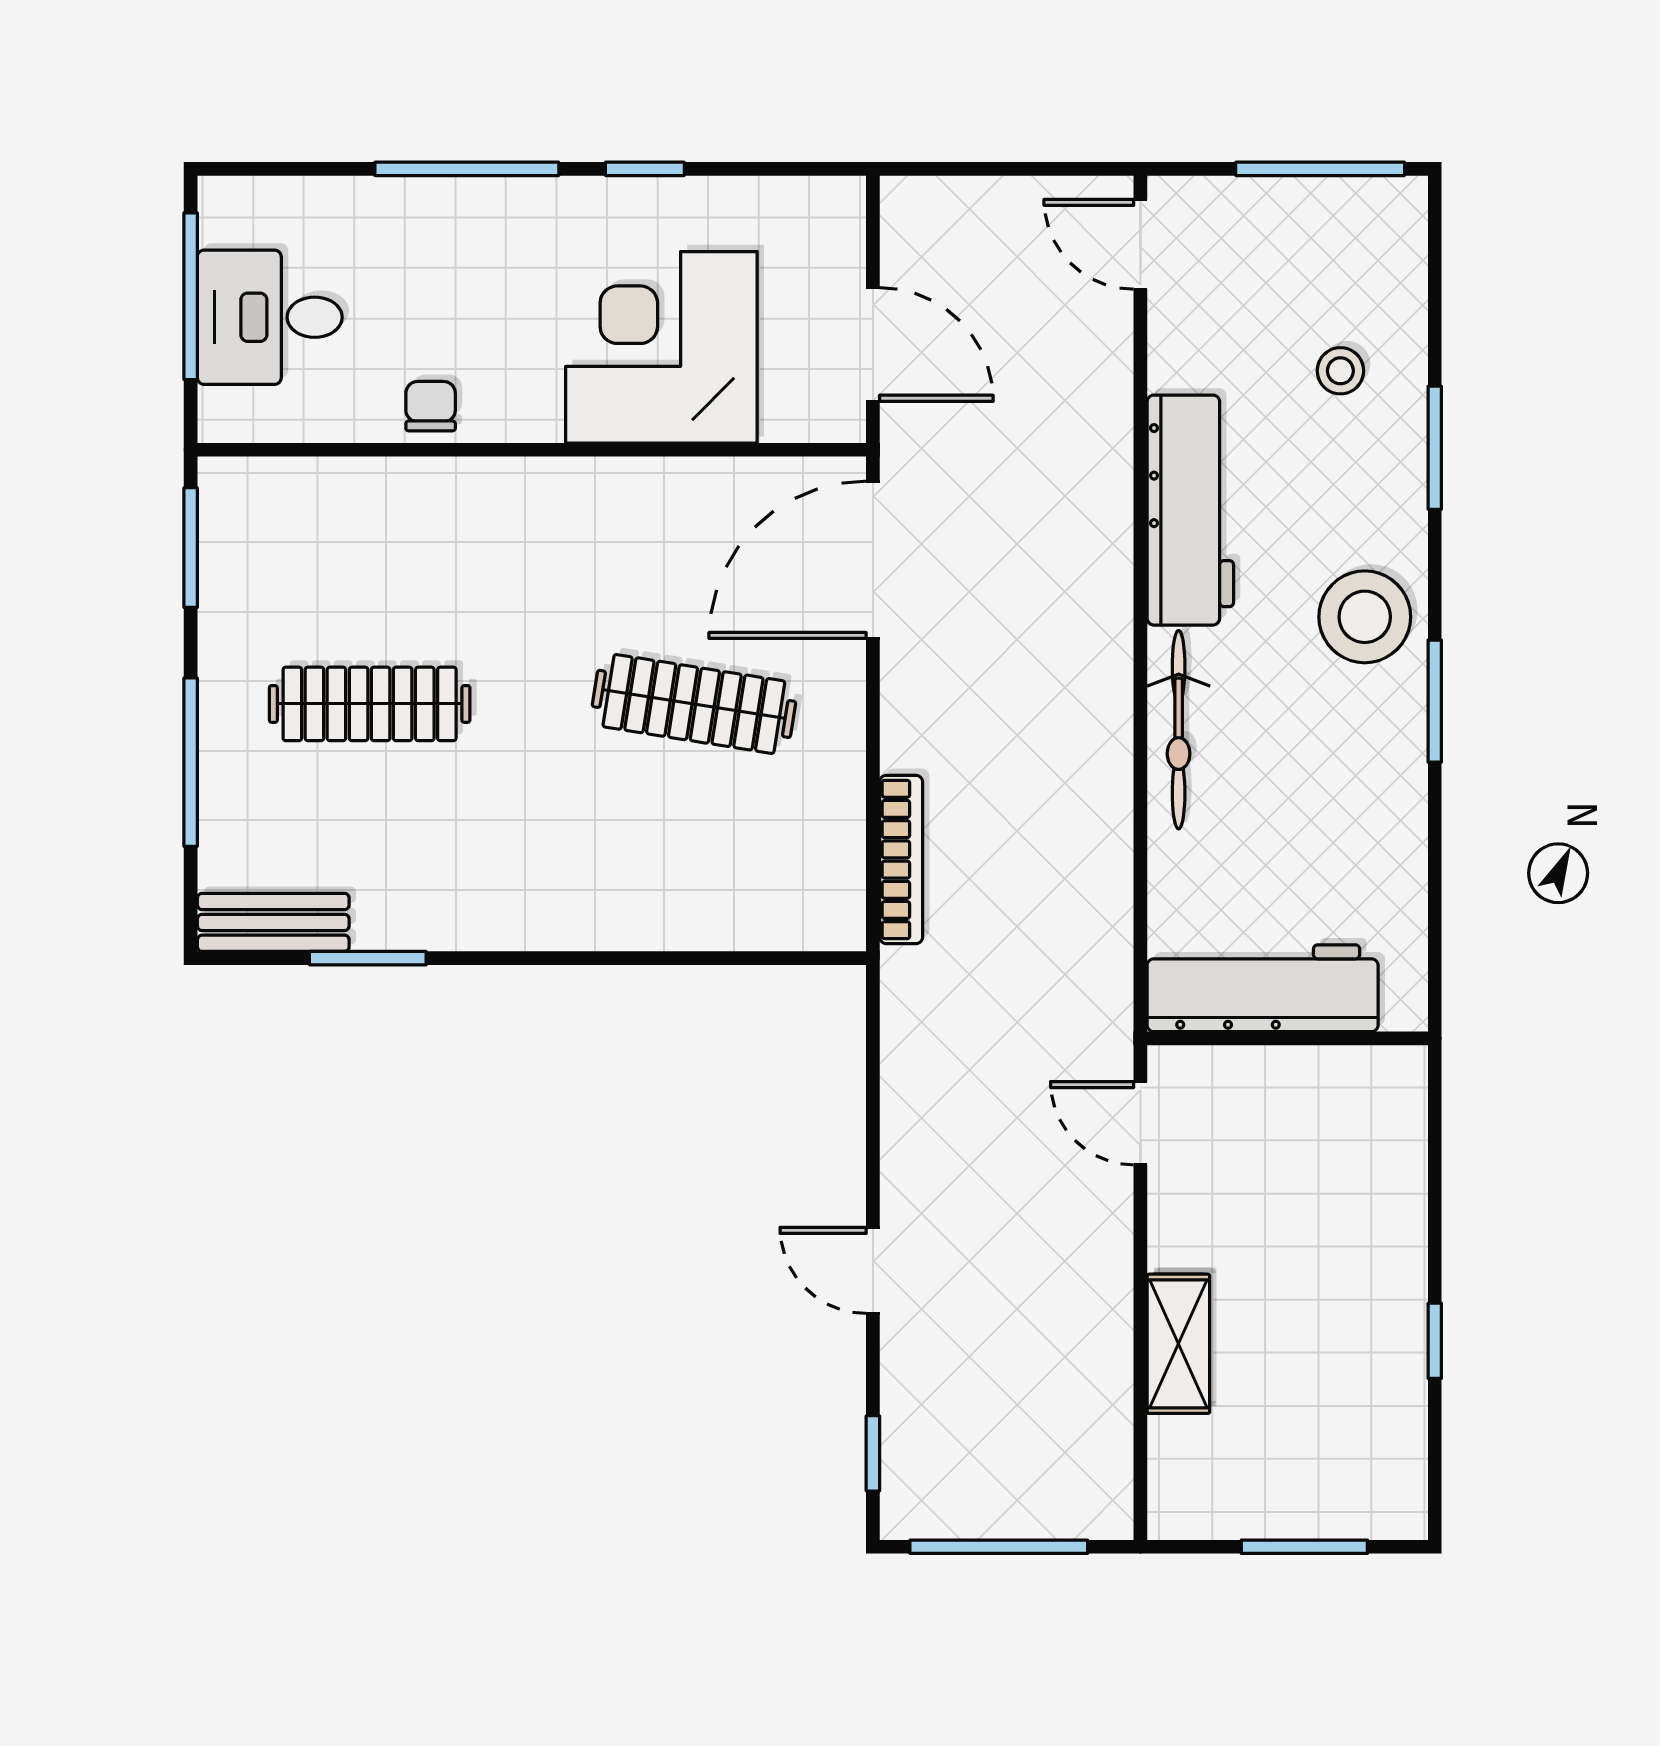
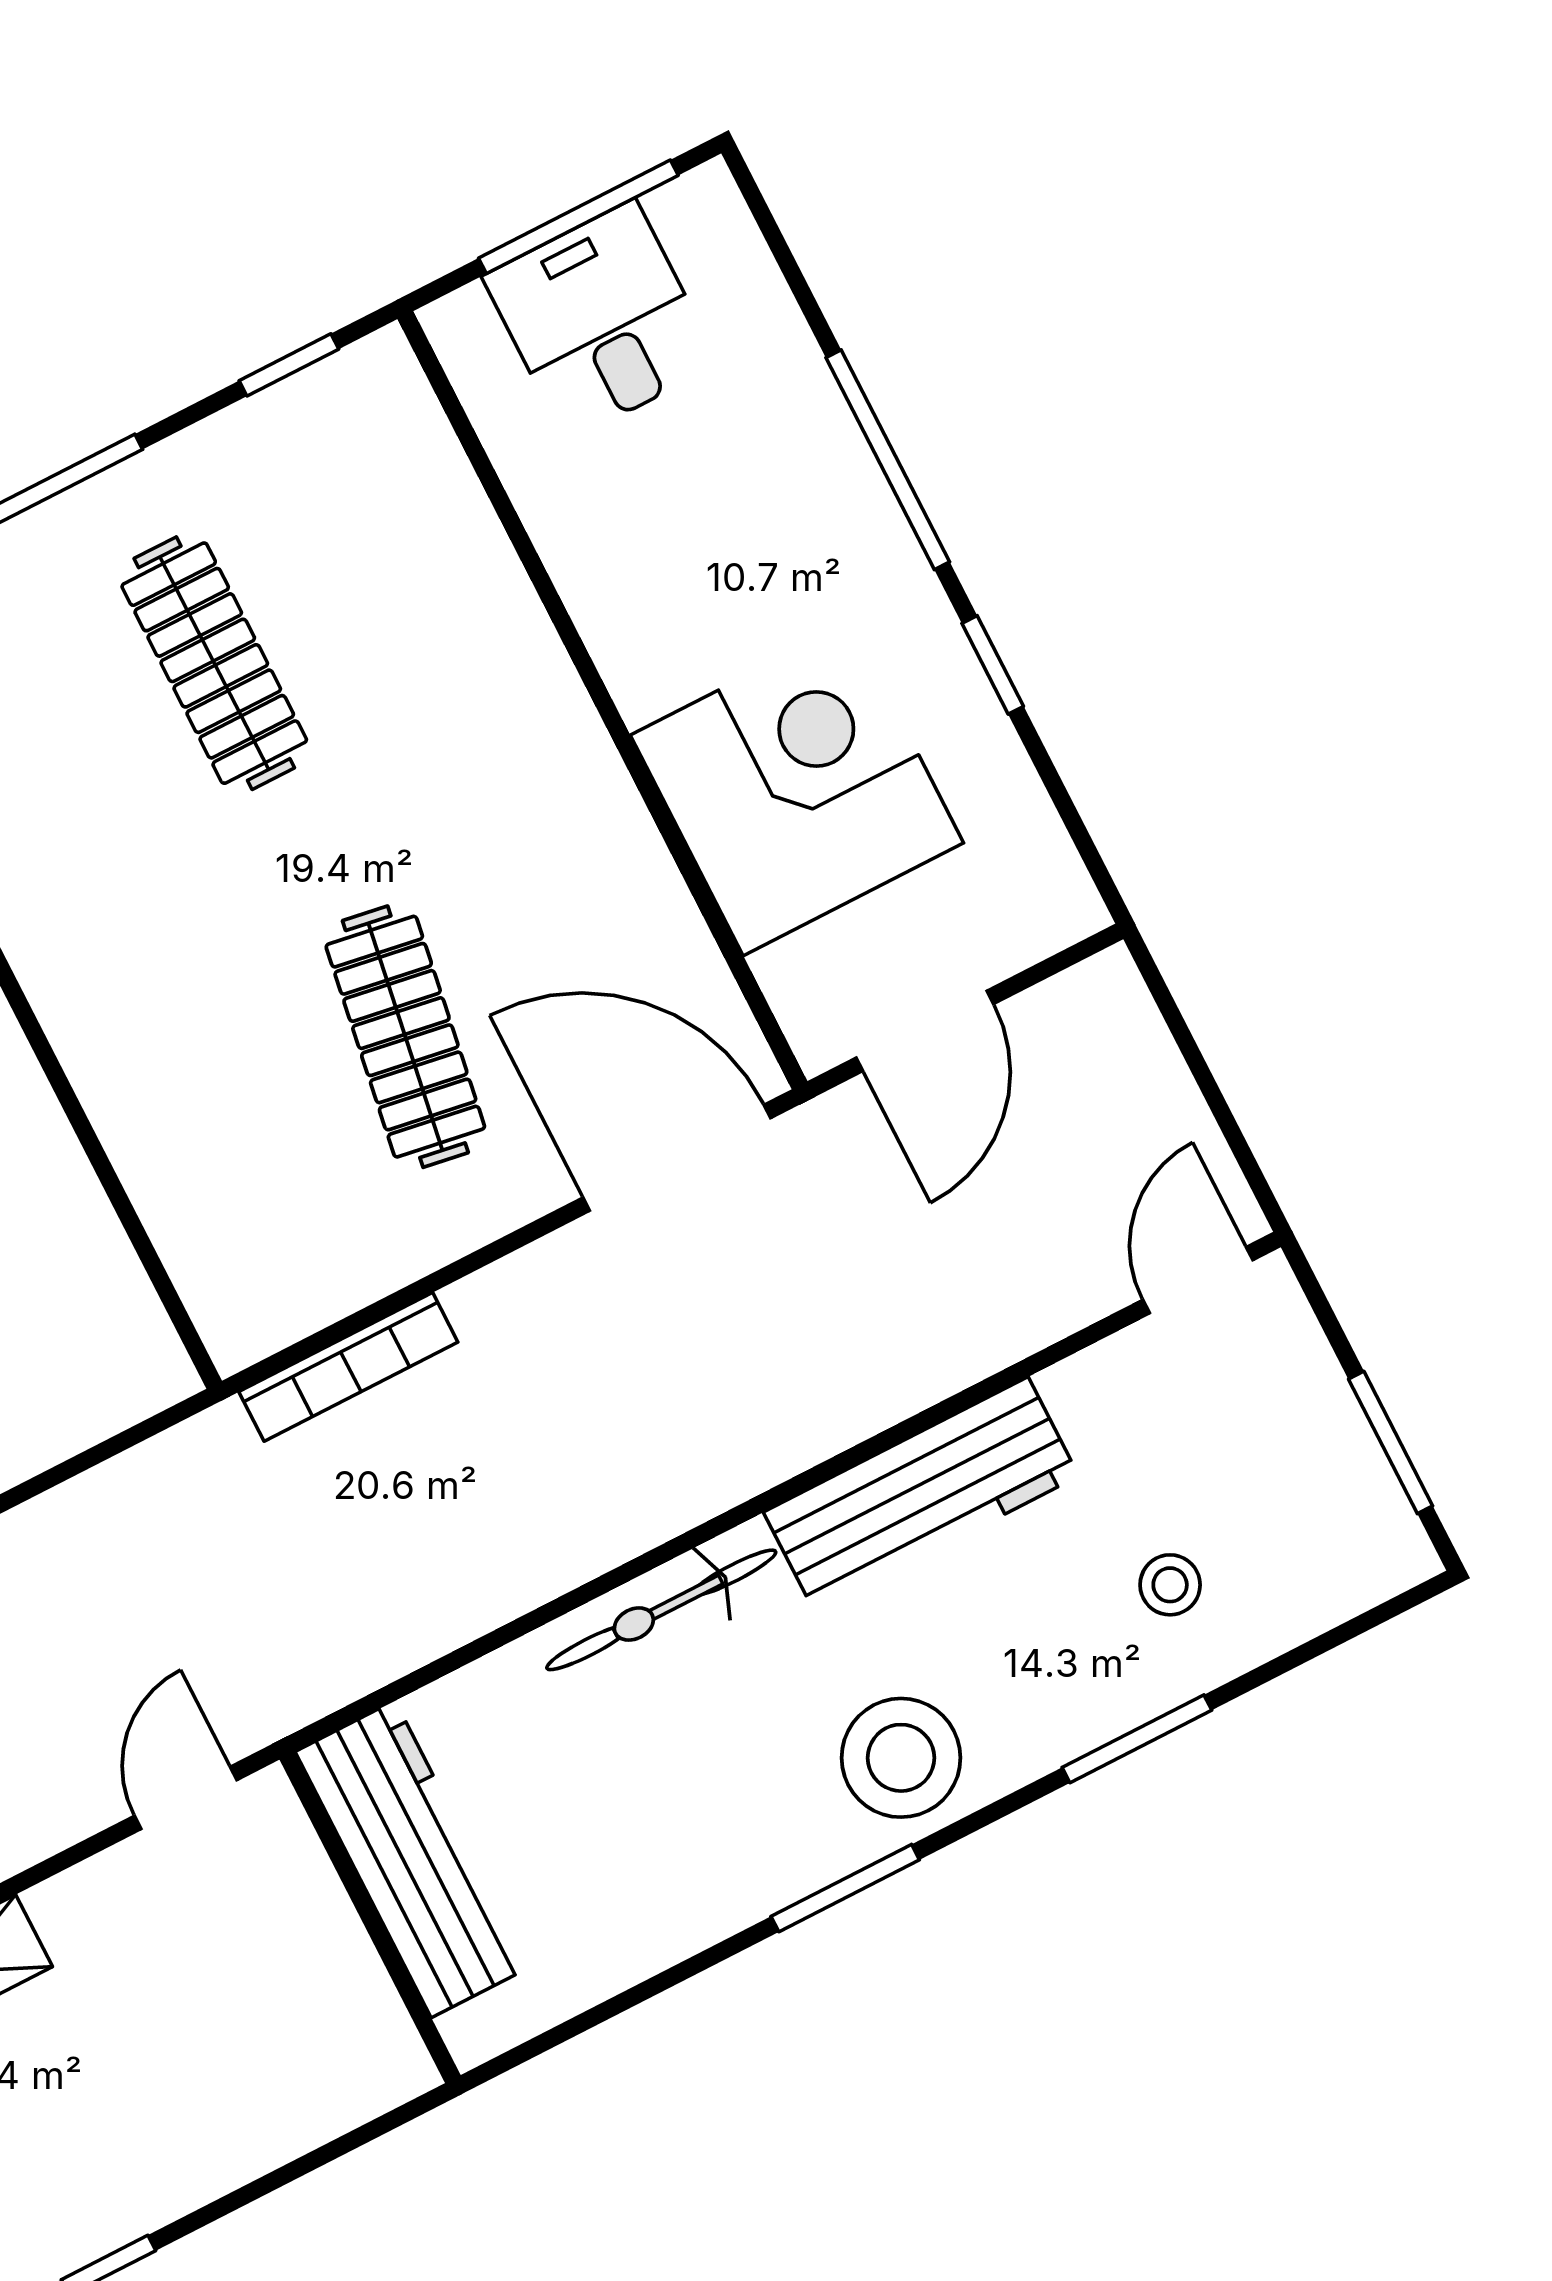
window: (1320, 169) -> (1391, 1442), width x0.69
chair: (431, 406) -> (593, 558), removed
window: (191, 548) -> (289, 365), width x0.67

